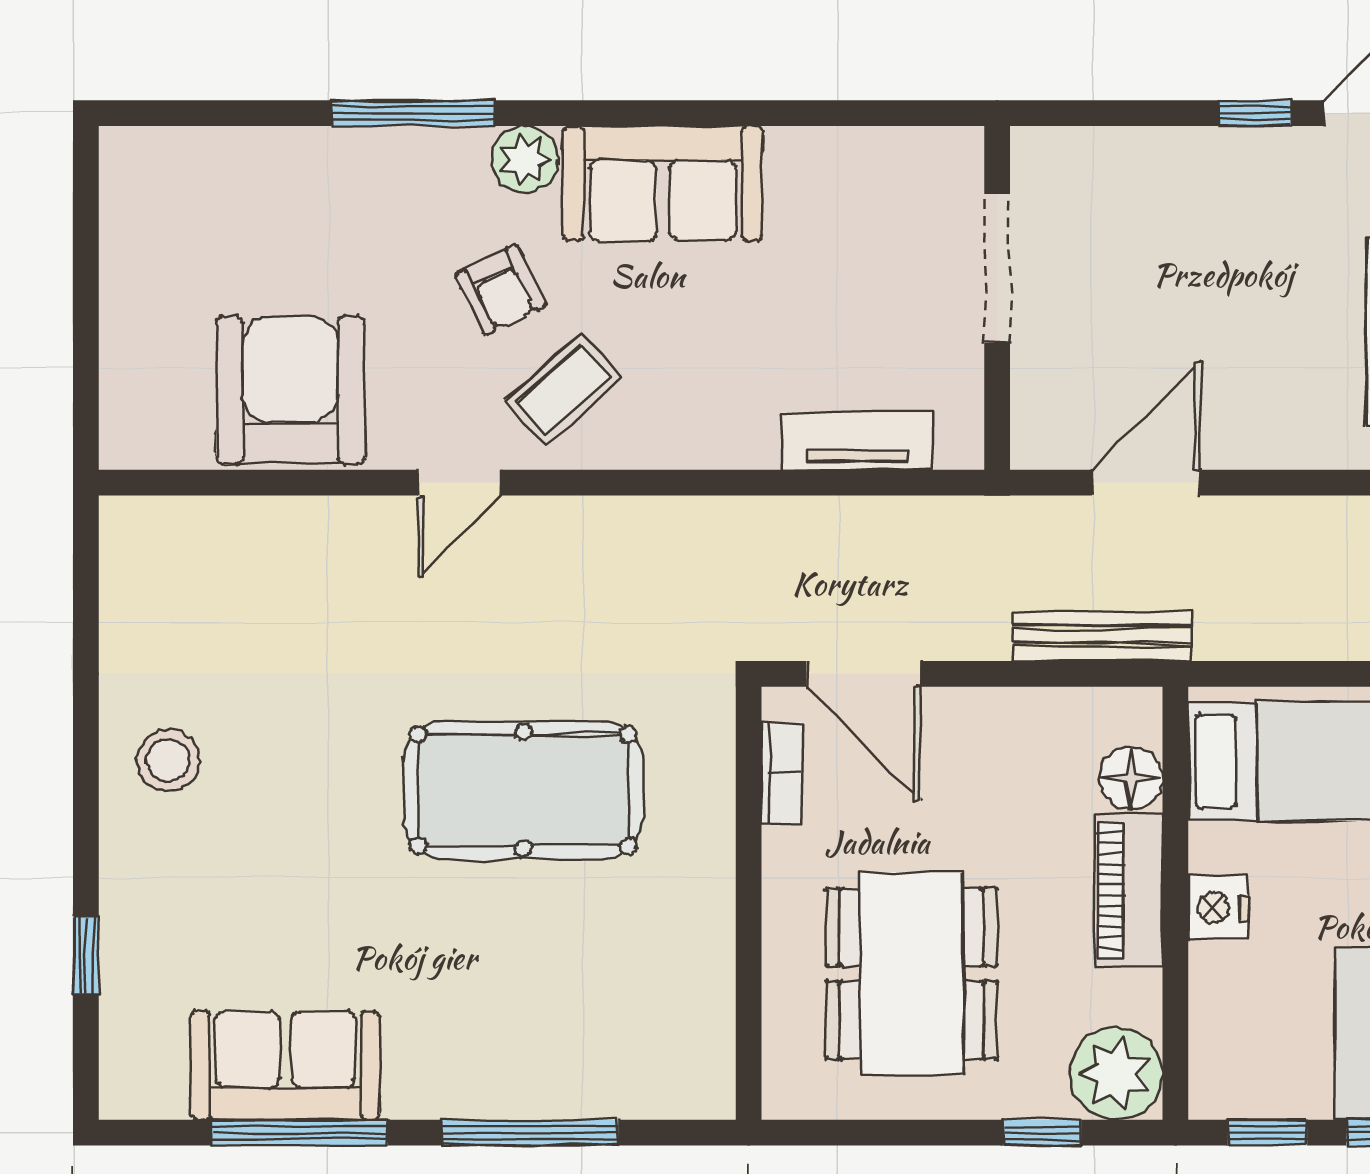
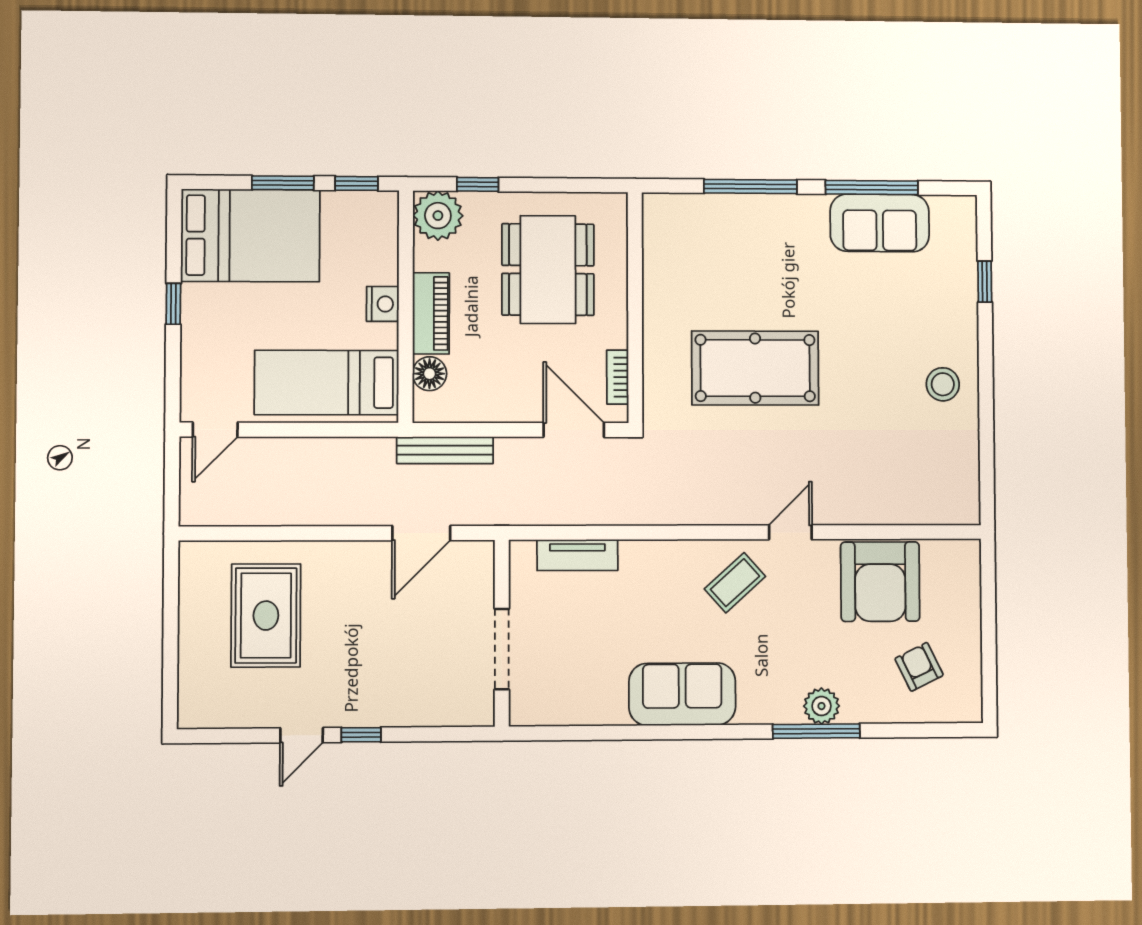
plant: (525, 160) -> (822, 706), moved
armchair: (501, 290) -> (919, 667), moved

